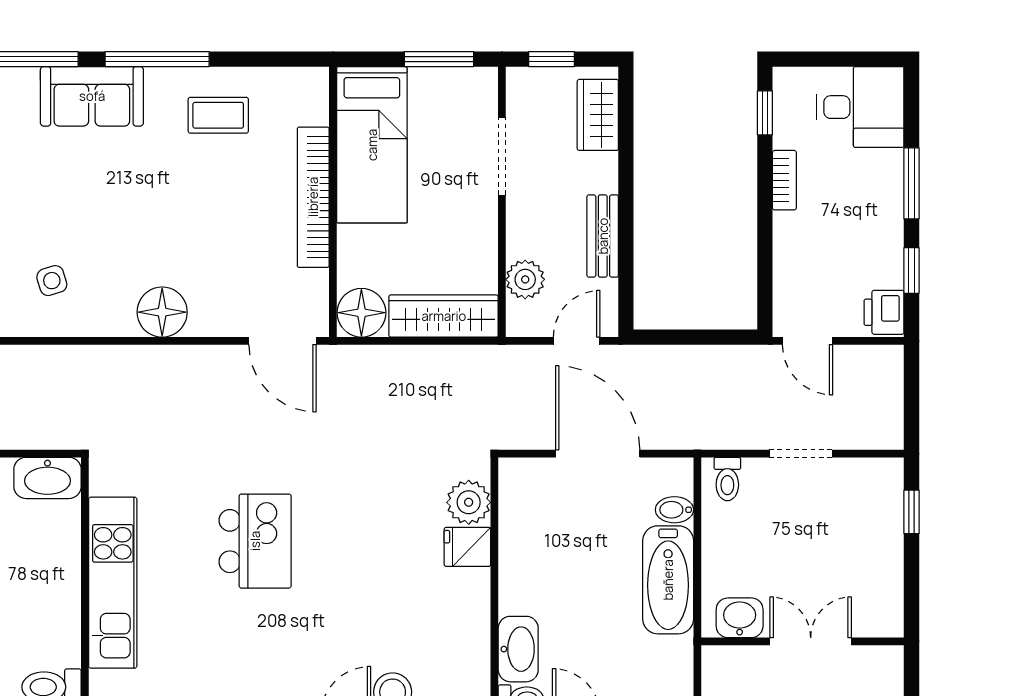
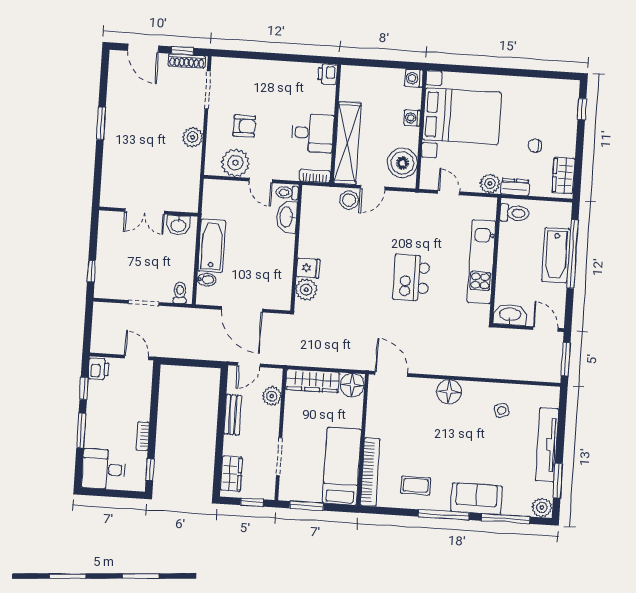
bookcase: (313, 197) -> (370, 472), moved

